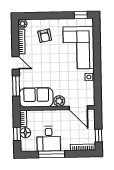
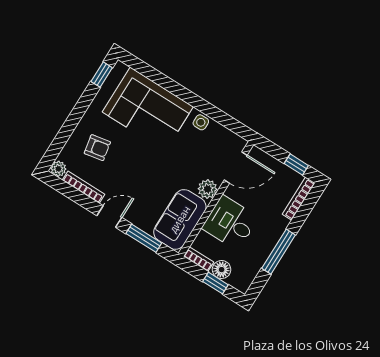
desk: (49, 139) -> (230, 223), moved, turned 180

